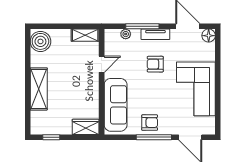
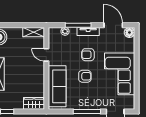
door: (102, 64) -> (46, 55), swing flipped
armchair: (150, 123) -> (85, 76), moved

